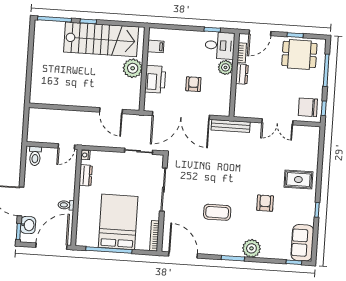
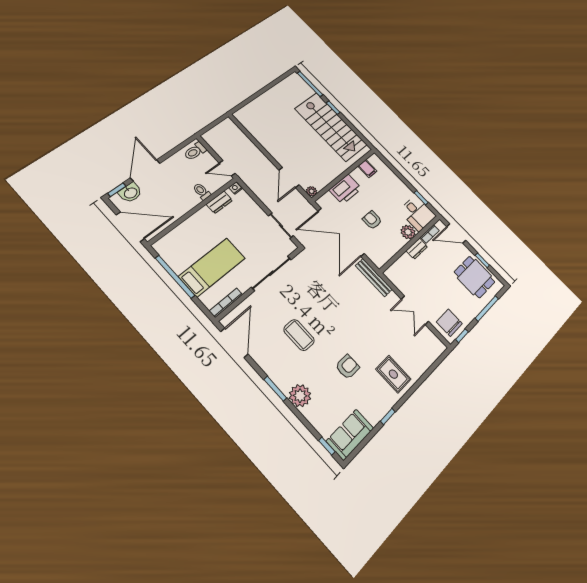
plant: (133, 68) -> (312, 191), moved, width x0.53, depth x0.53
armchair: (193, 84) -> (372, 220), turned -90
toilet: (66, 205) -> (202, 191), moved
bed: (118, 222) -> (212, 267), width x0.67

